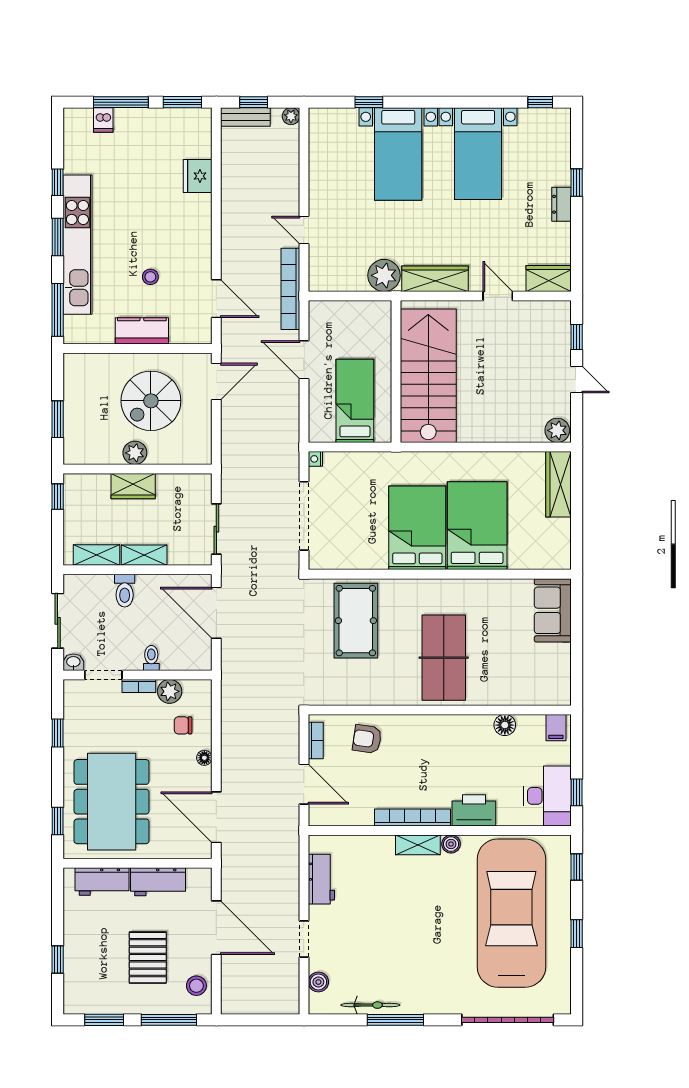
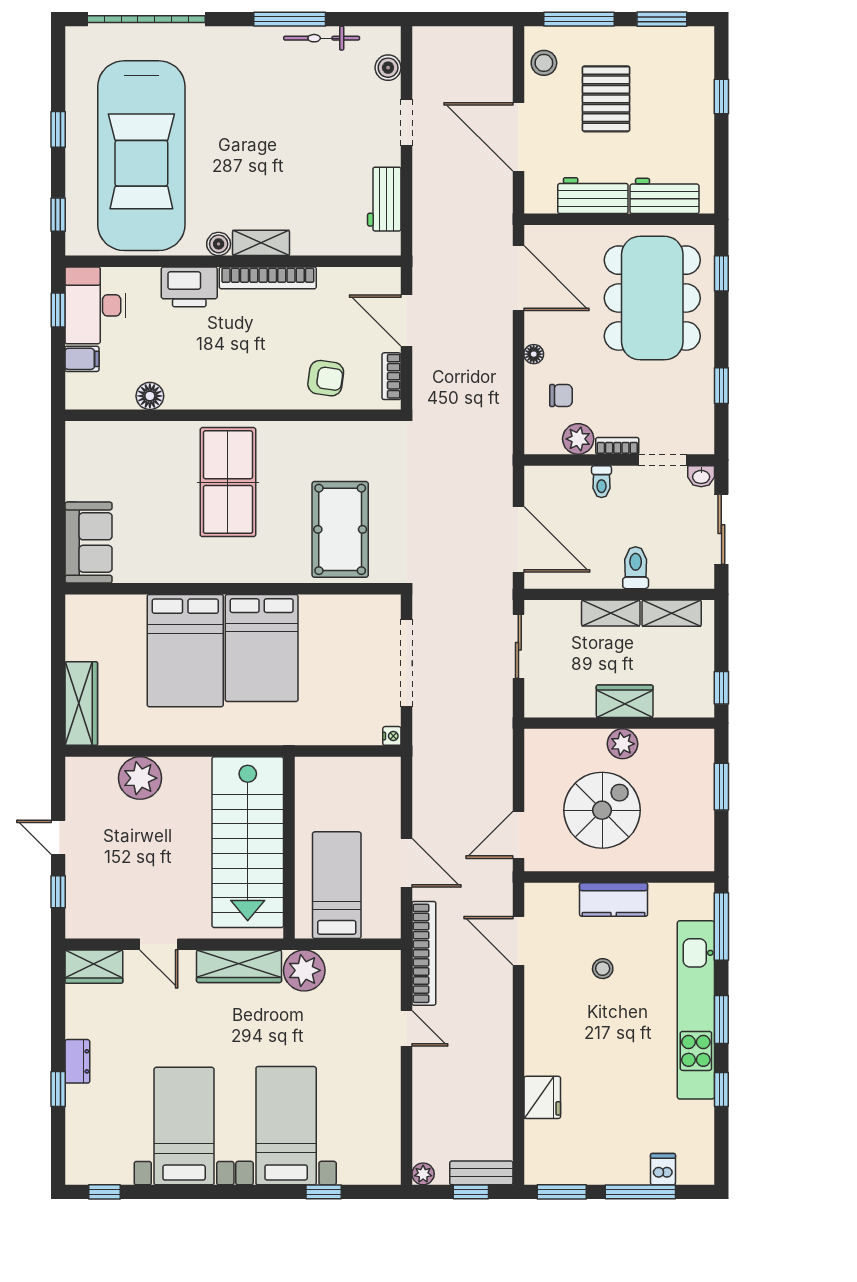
bed: (355, 401) -> (337, 885), moved, turned 180
plant: (557, 430) -> (140, 778), moved, width x1.36, depth x1.36
filing cabinet: (556, 728) -> (82, 359), moved, turned 90

